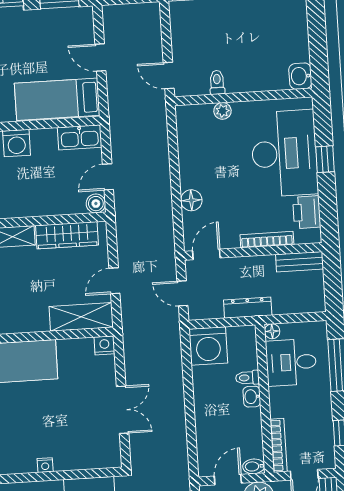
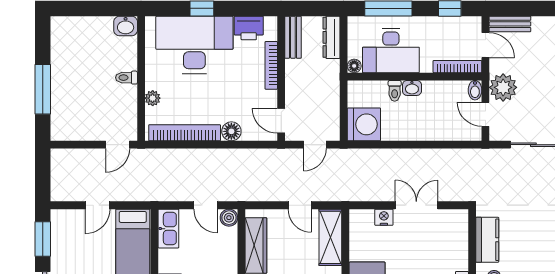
toilet: (217, 82) -> (127, 78), moved
bookcase: (186, 149) -> (185, 133), added
dresser: (248, 308) -> (331, 37), moved
nightstand: (104, 345) -> (384, 217), moved, turned 90
desk: (291, 362) -> (391, 51), width x1.37

